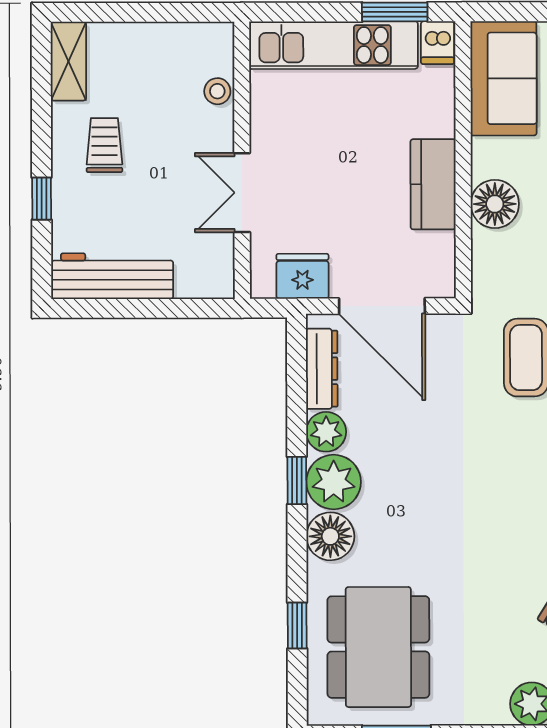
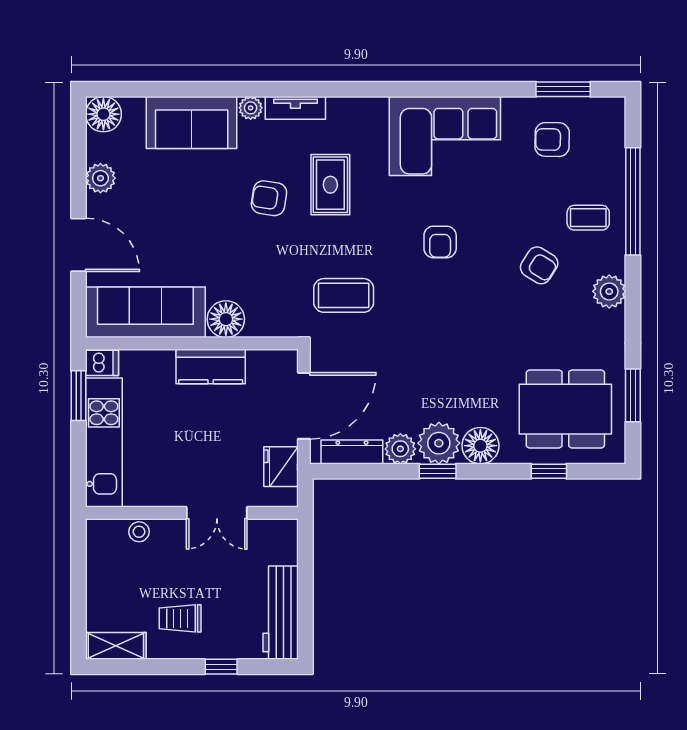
sofa: (503, 78) -> (145, 312), width x1.36

